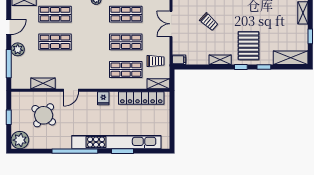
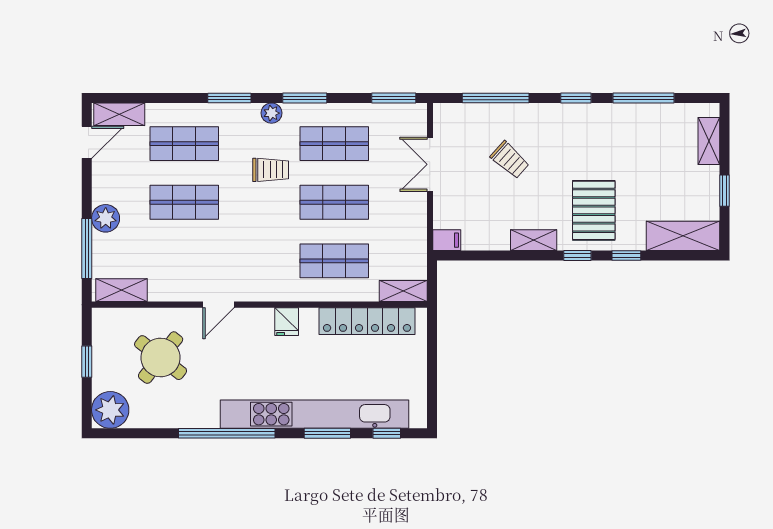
door: (9, 27) -> (87, 142), moved
trolley: (156, 61) -> (271, 170), moved
shelving: (43, 83) -> (121, 290), moved
window: (151, 151) -> (387, 433), added

